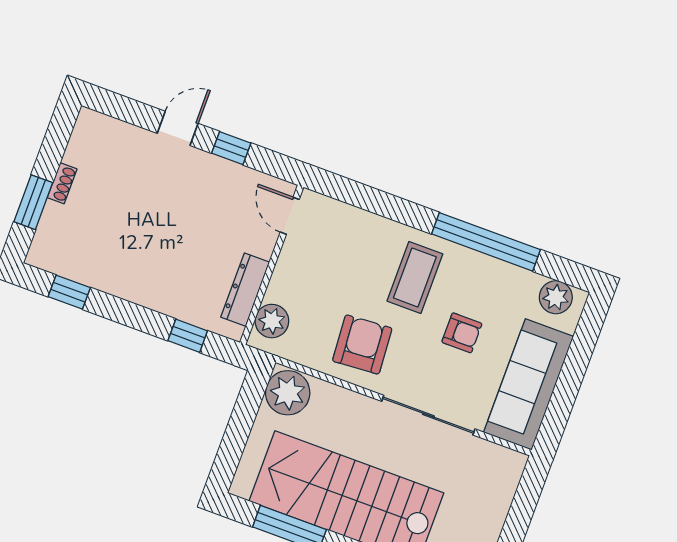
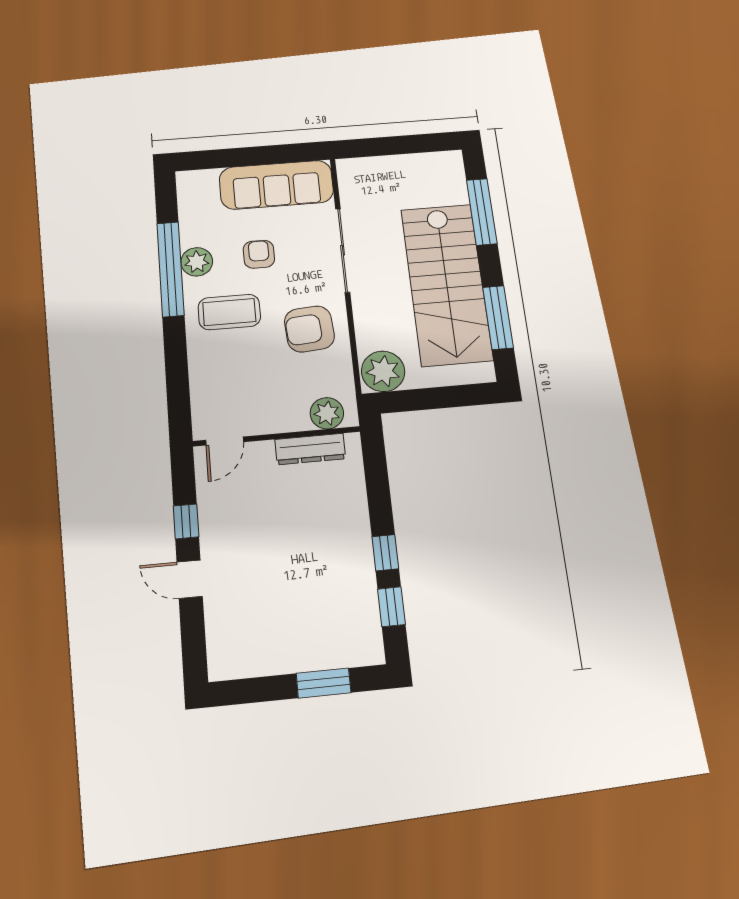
shoe rack: (62, 183) -> (292, 664), removed
plant: (556, 297) -> (197, 262), moved
window: (188, 336) -> (385, 553), moved

